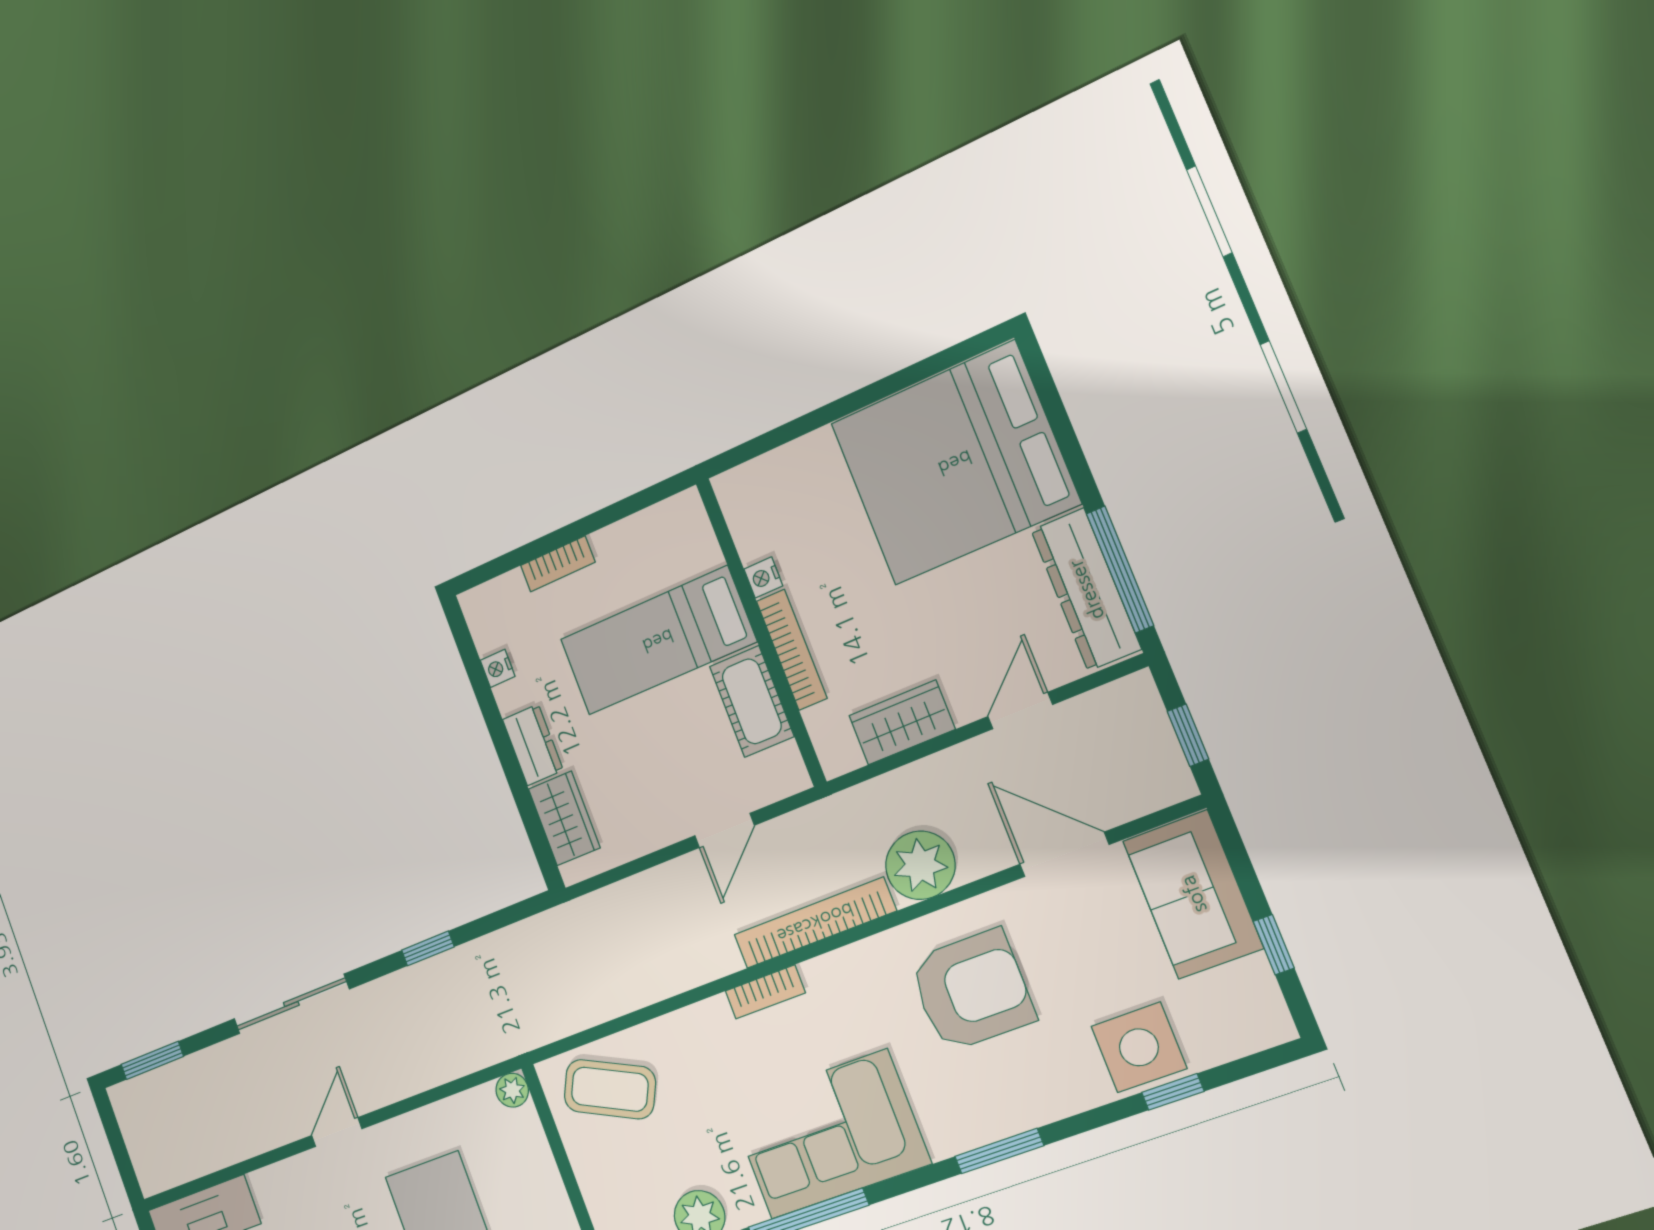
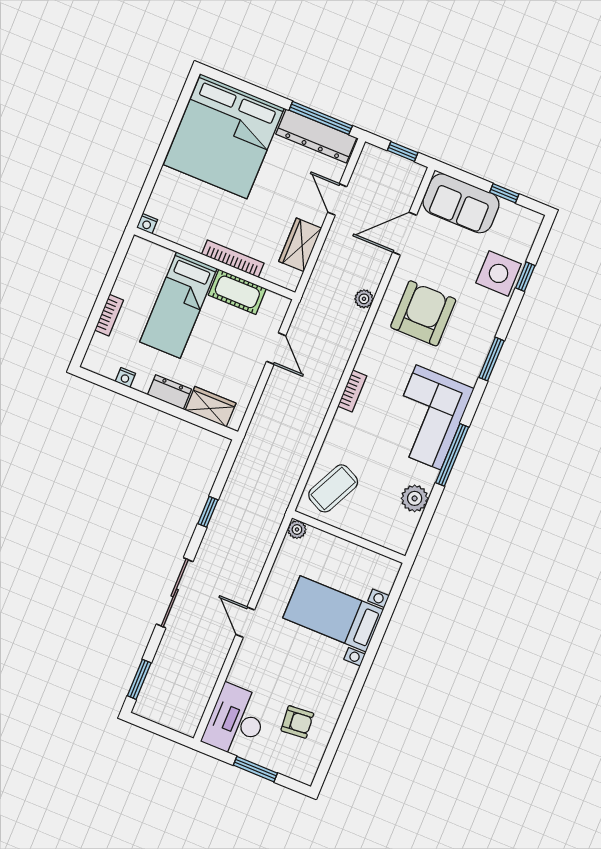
nightstand: (763, 577) -> (147, 224), moved
plant: (920, 865) -> (364, 299), width x0.53, depth x0.53
bookcase: (815, 923) -> (344, 347), removed

